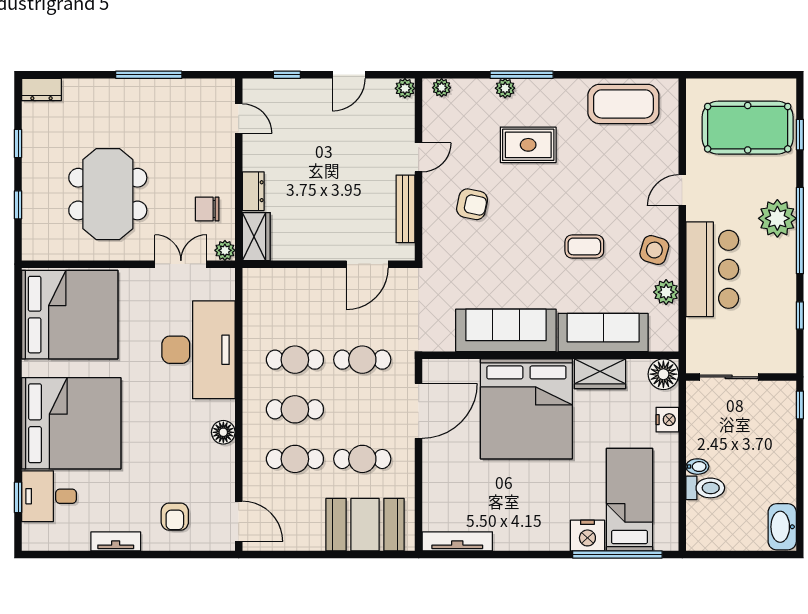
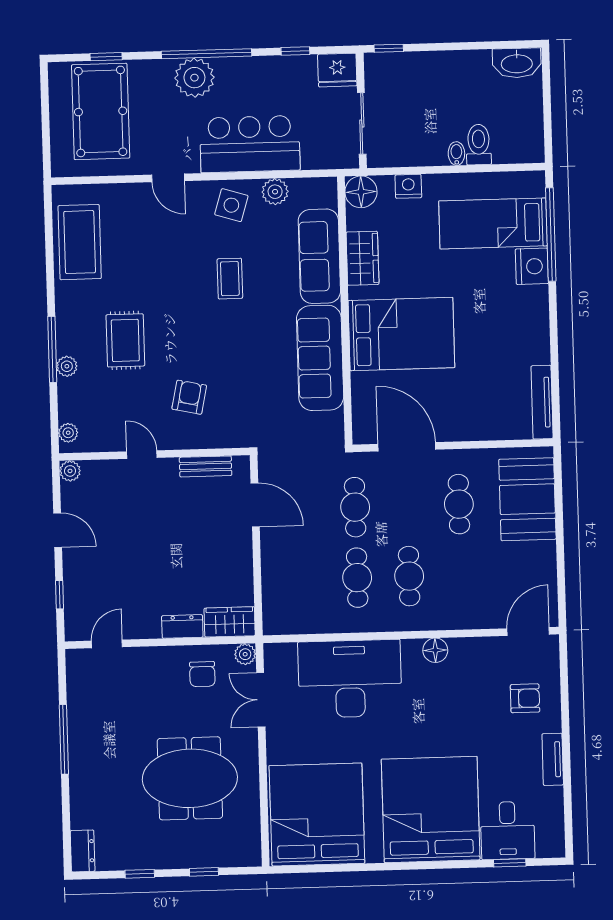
bench: (405, 209) -> (206, 466), width x0.73
fridge: (781, 355) -> (337, 70), added
bed: (526, 409) -> (401, 334), width x0.73
cafe table: (295, 459) -> (461, 575), removed

